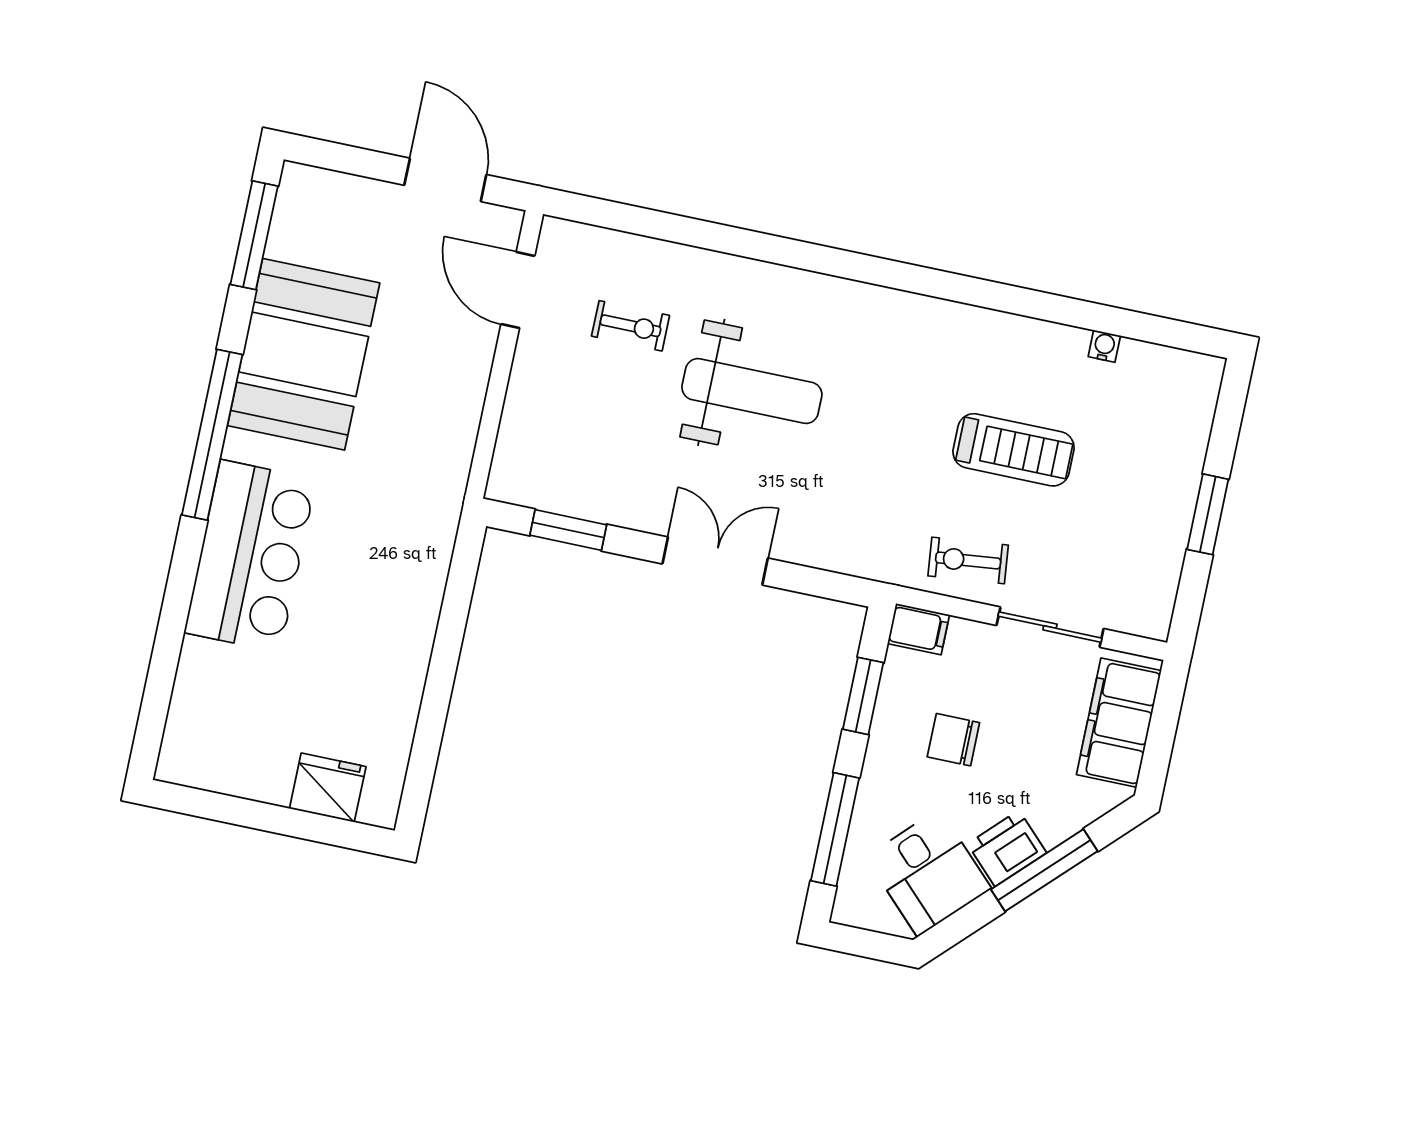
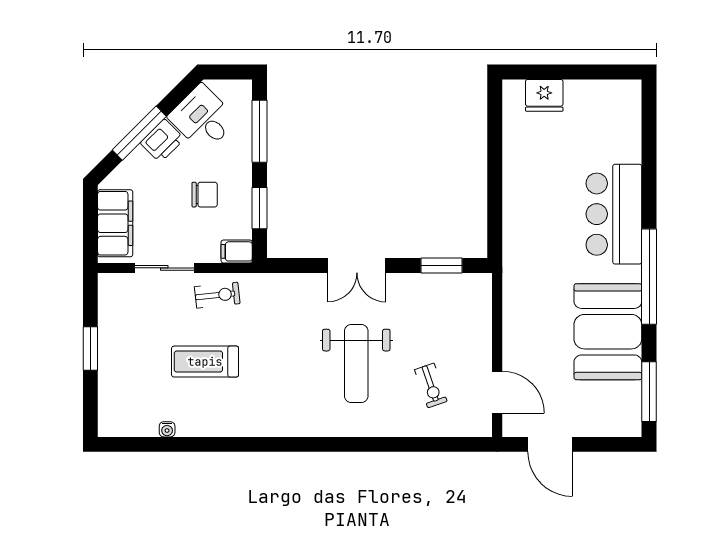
exercise bike: (631, 326) -> (431, 385), turned -109
weight bench: (752, 391) -> (356, 364), turned -90

